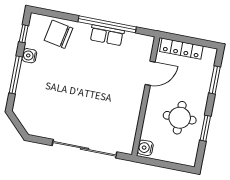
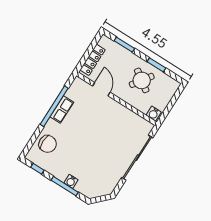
chair: (59, 34) -> (48, 144), turned -101
water cooler: (29, 56) -> (71, 181), moved
round table: (180, 118) -> (142, 80), turned 35

